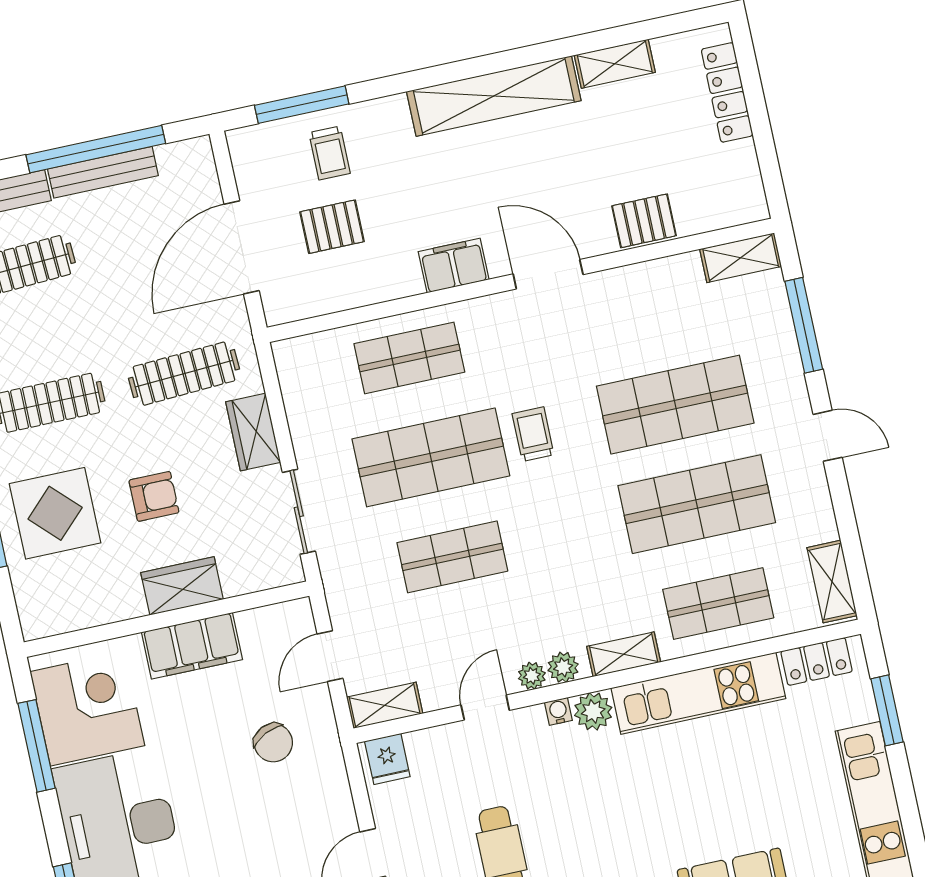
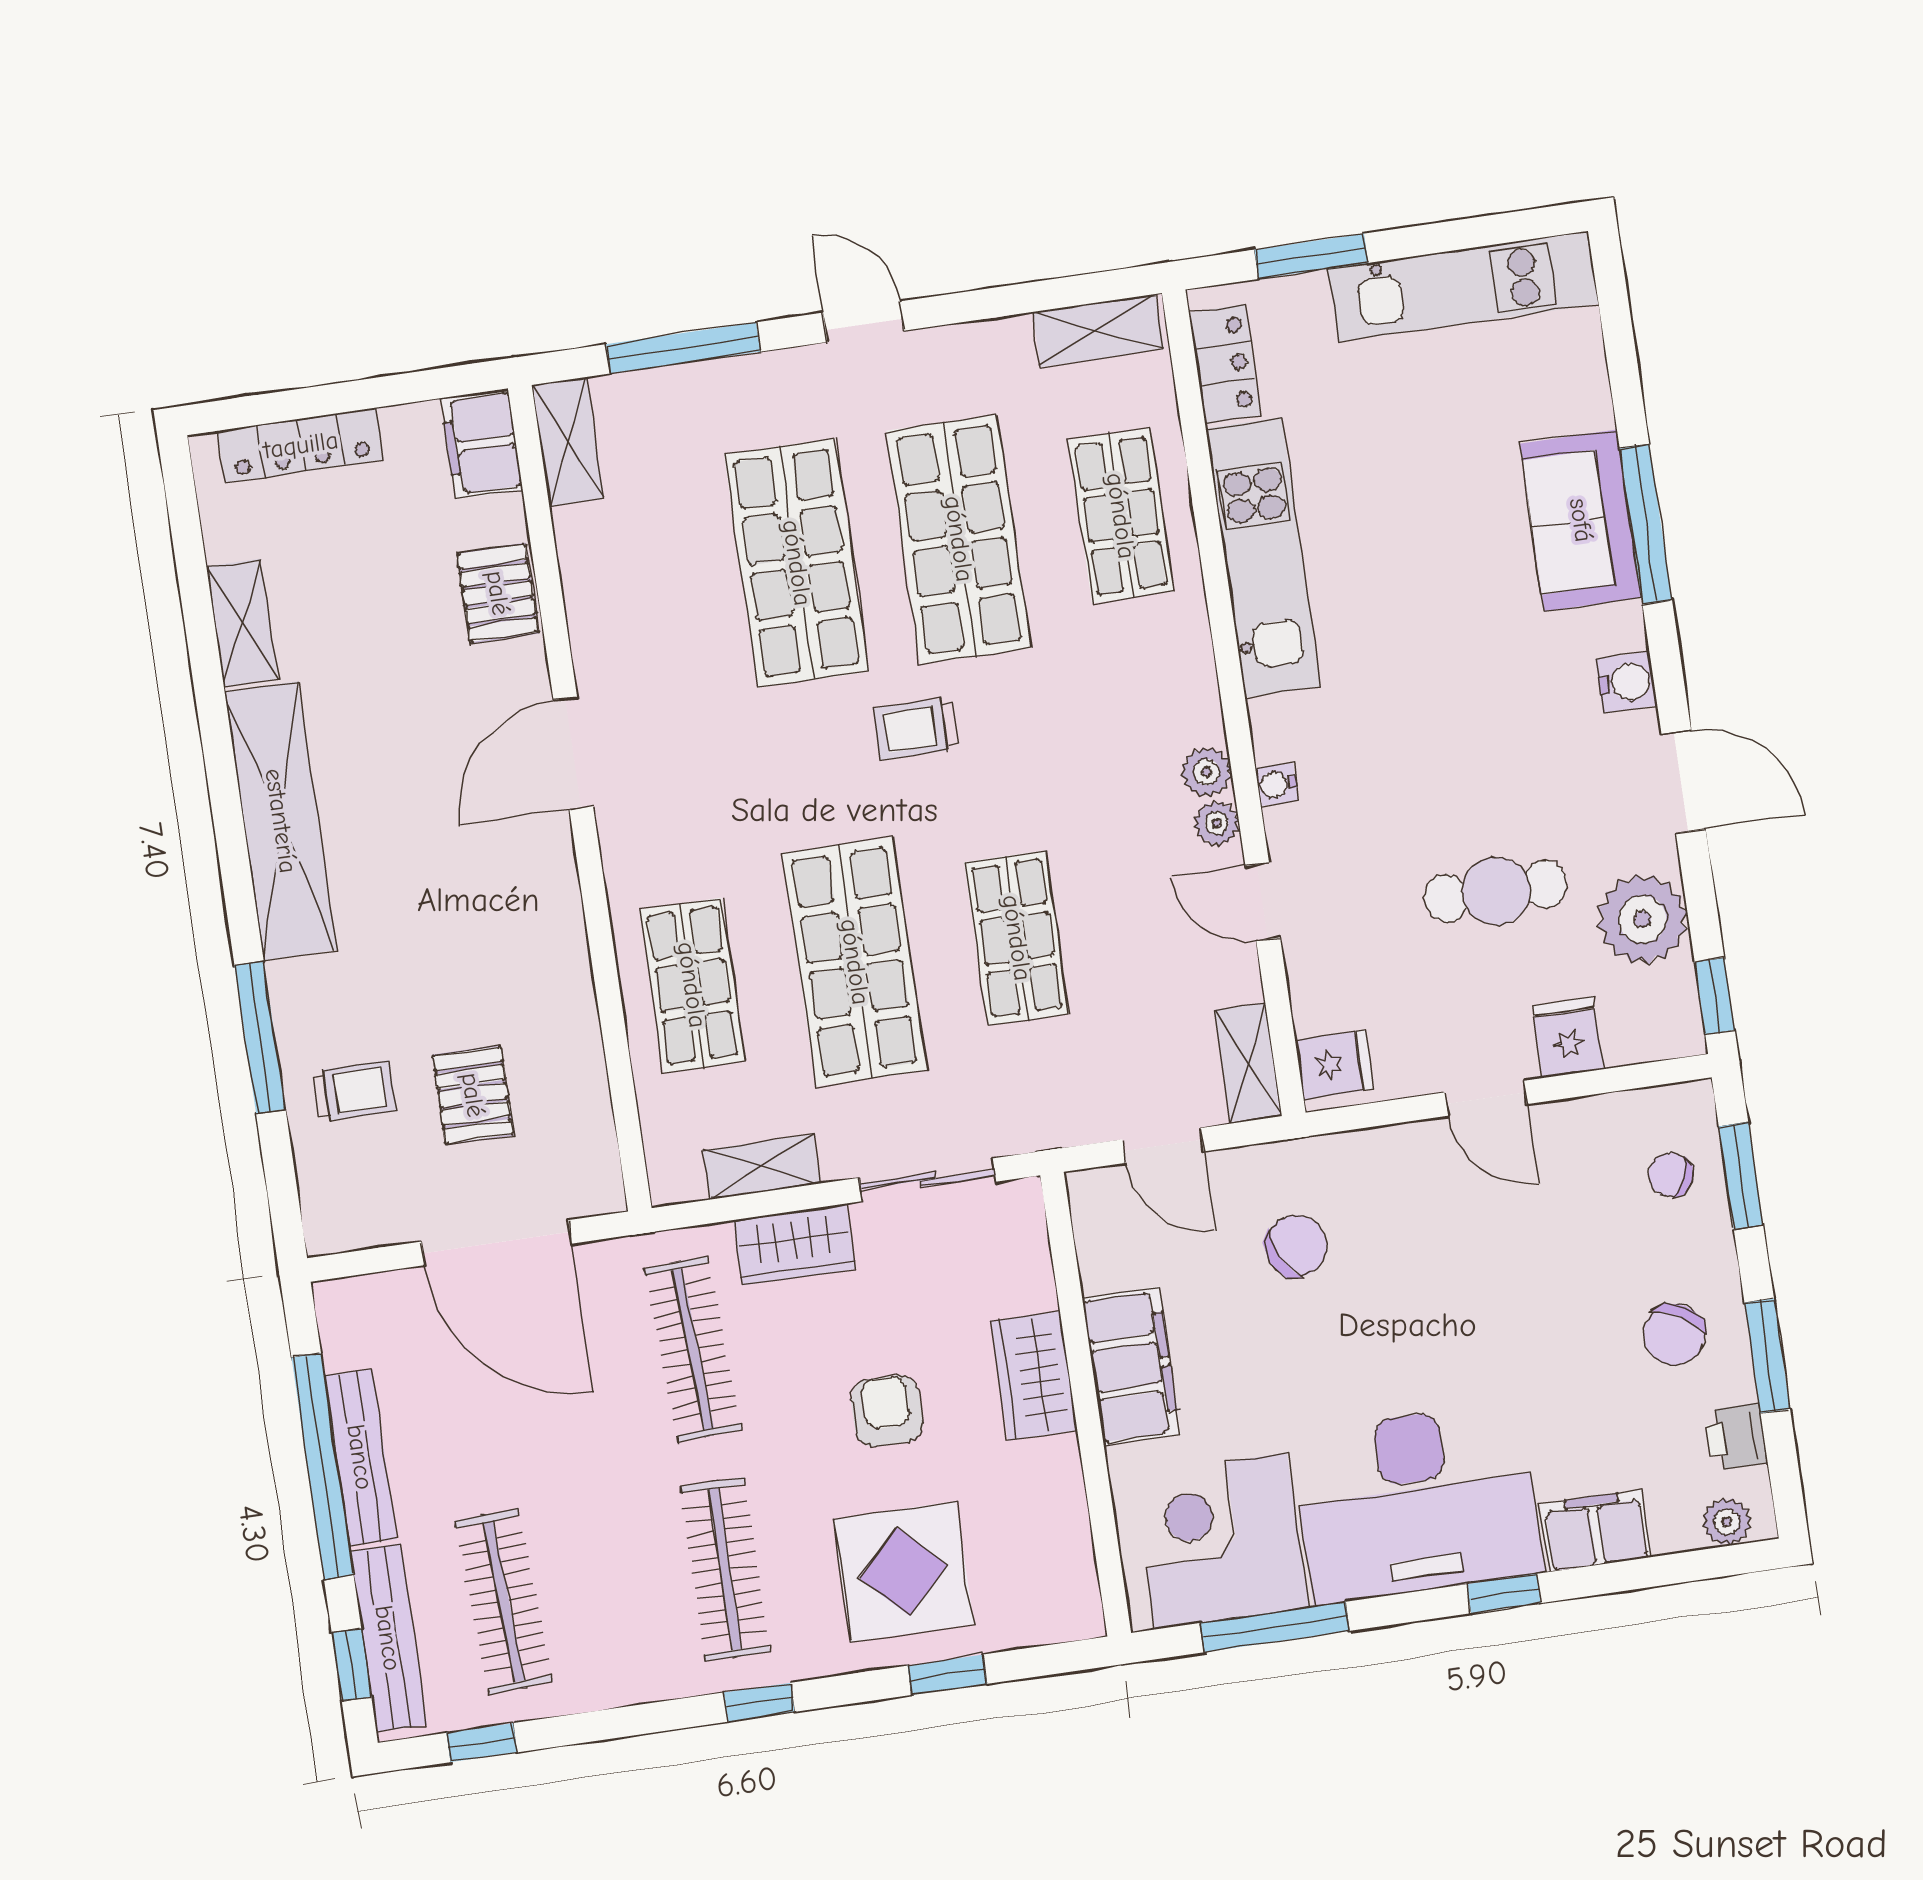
window: (302, 105) -> (260, 1037), moved
filing cabinet: (454, 266) -> (482, 444), moved
trolley: (533, 434) -> (916, 729), moved
door: (828, 436) -> (863, 322), hinge flipped
shelving: (624, 654) -> (762, 1167), moved, turned 90
plant: (593, 711) -> (1281, 729), removed

